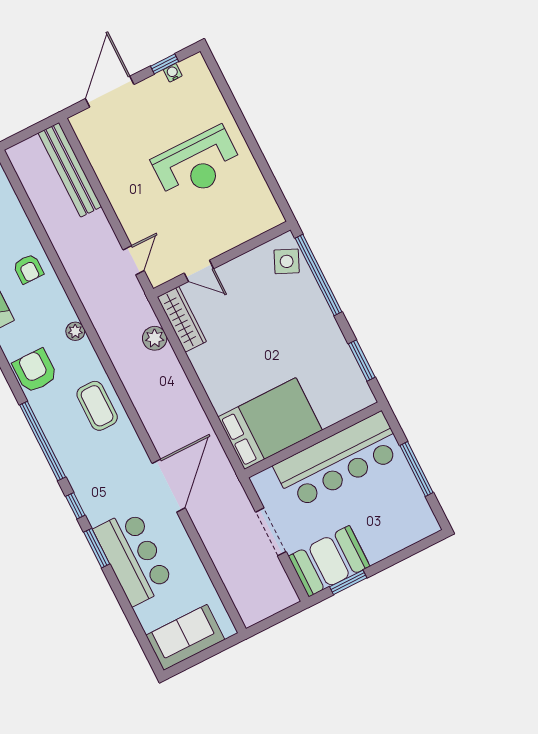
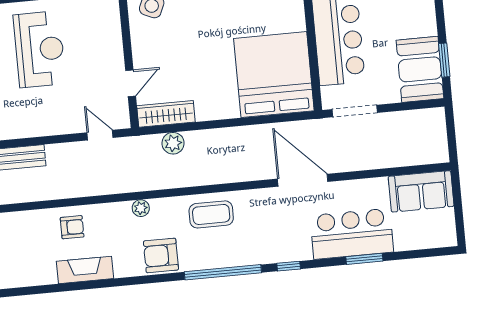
bed: (270, 424) -> (274, 75), width x1.36
doorway: (271, 532) -> (355, 111), moved
window: (97, 548) -> (364, 259), moved
sofa: (185, 637) -> (421, 191), moved, turned -90

